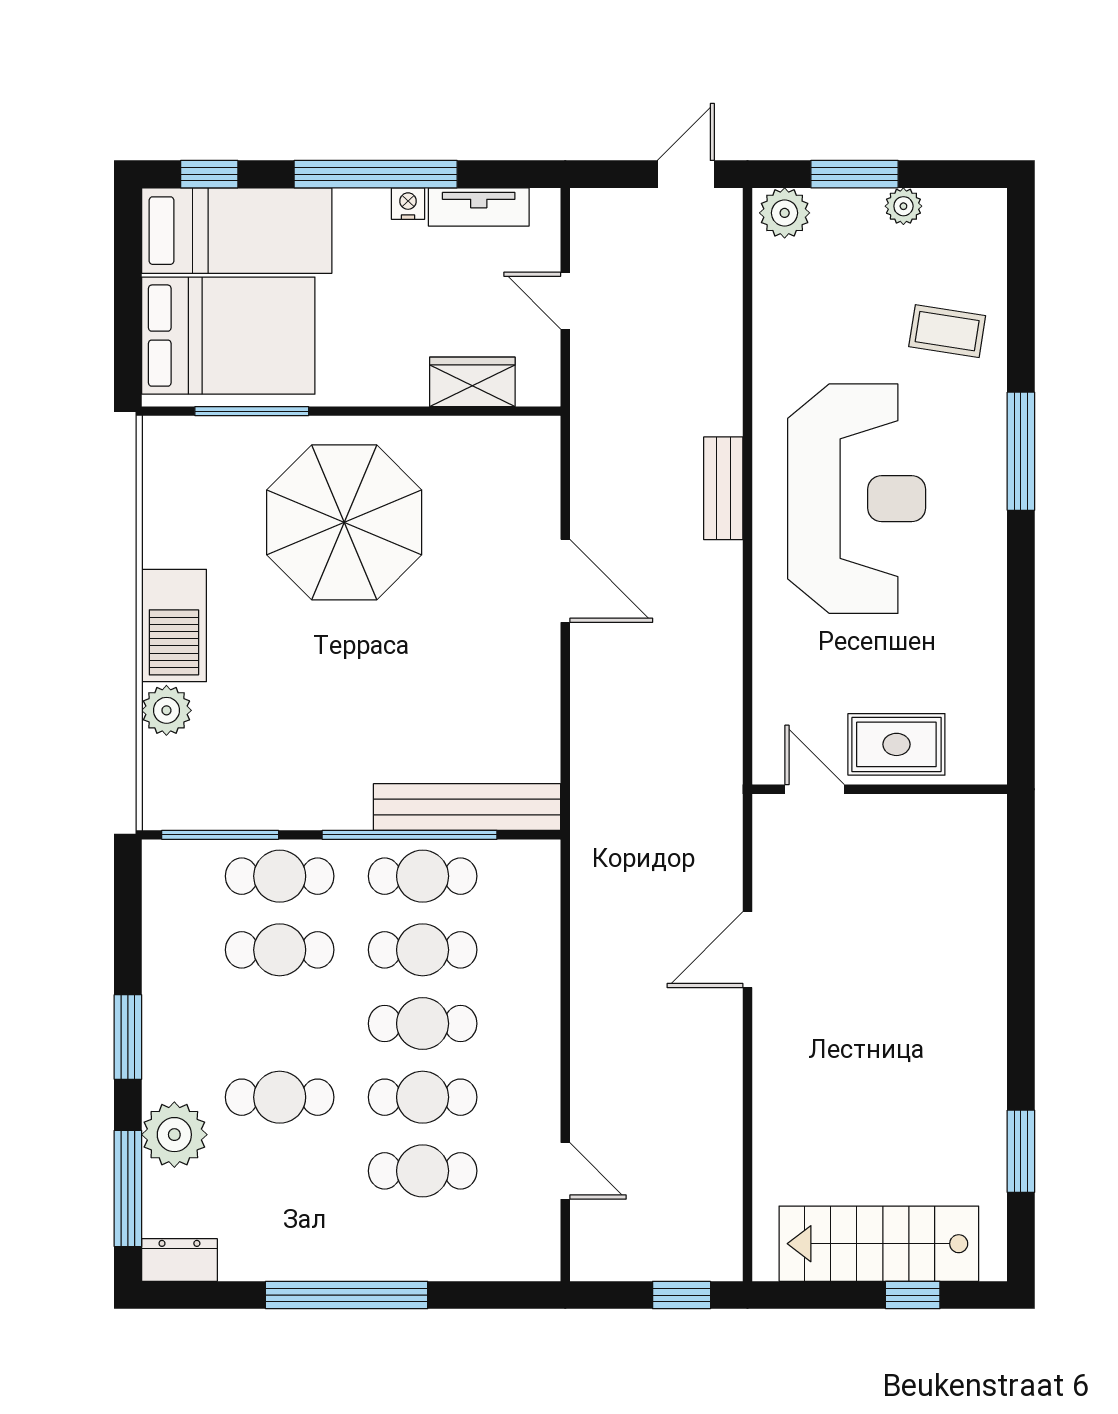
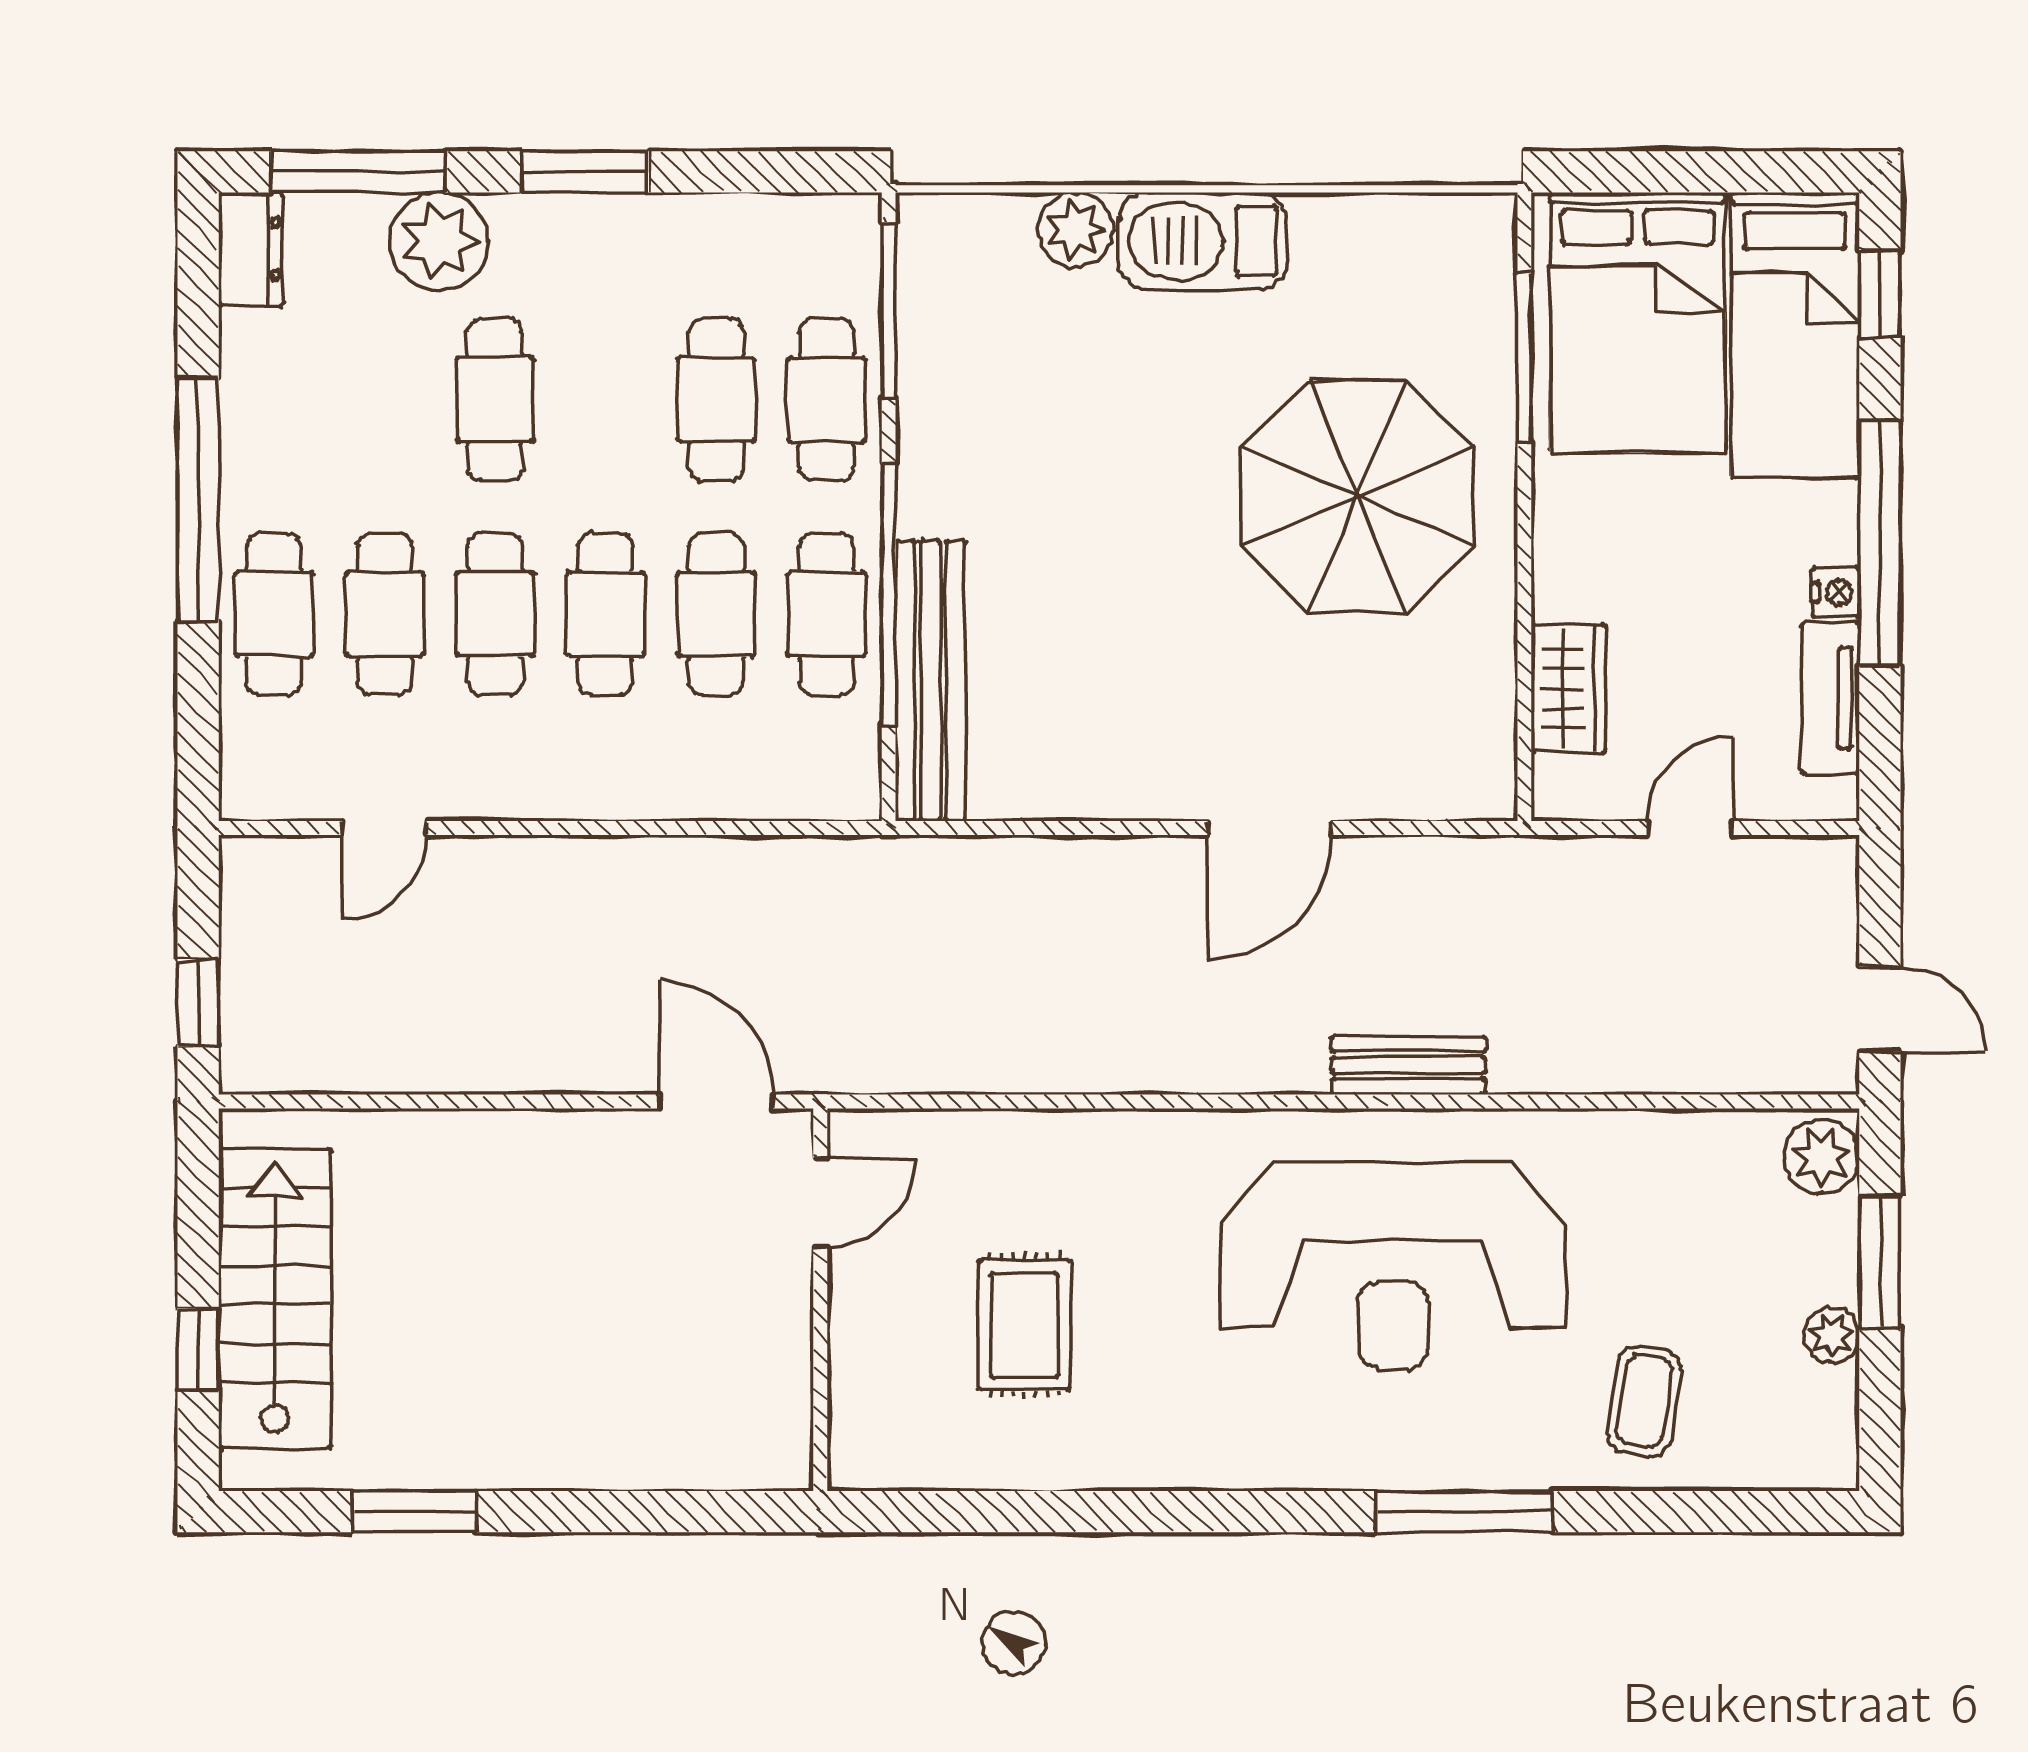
door: (815, 789) -> (820, 1202), moved
wall: (880, 789) -> (820, 1300), moved
cafe table: (423, 1245) -> (274, 614), added

